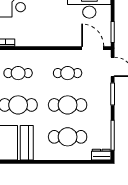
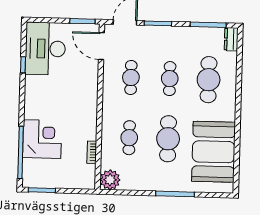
door: (93, 48) -> (101, 46), hinge flipped
cafe table: (68, 105) -> (170, 79), width x0.73, depth x0.74

